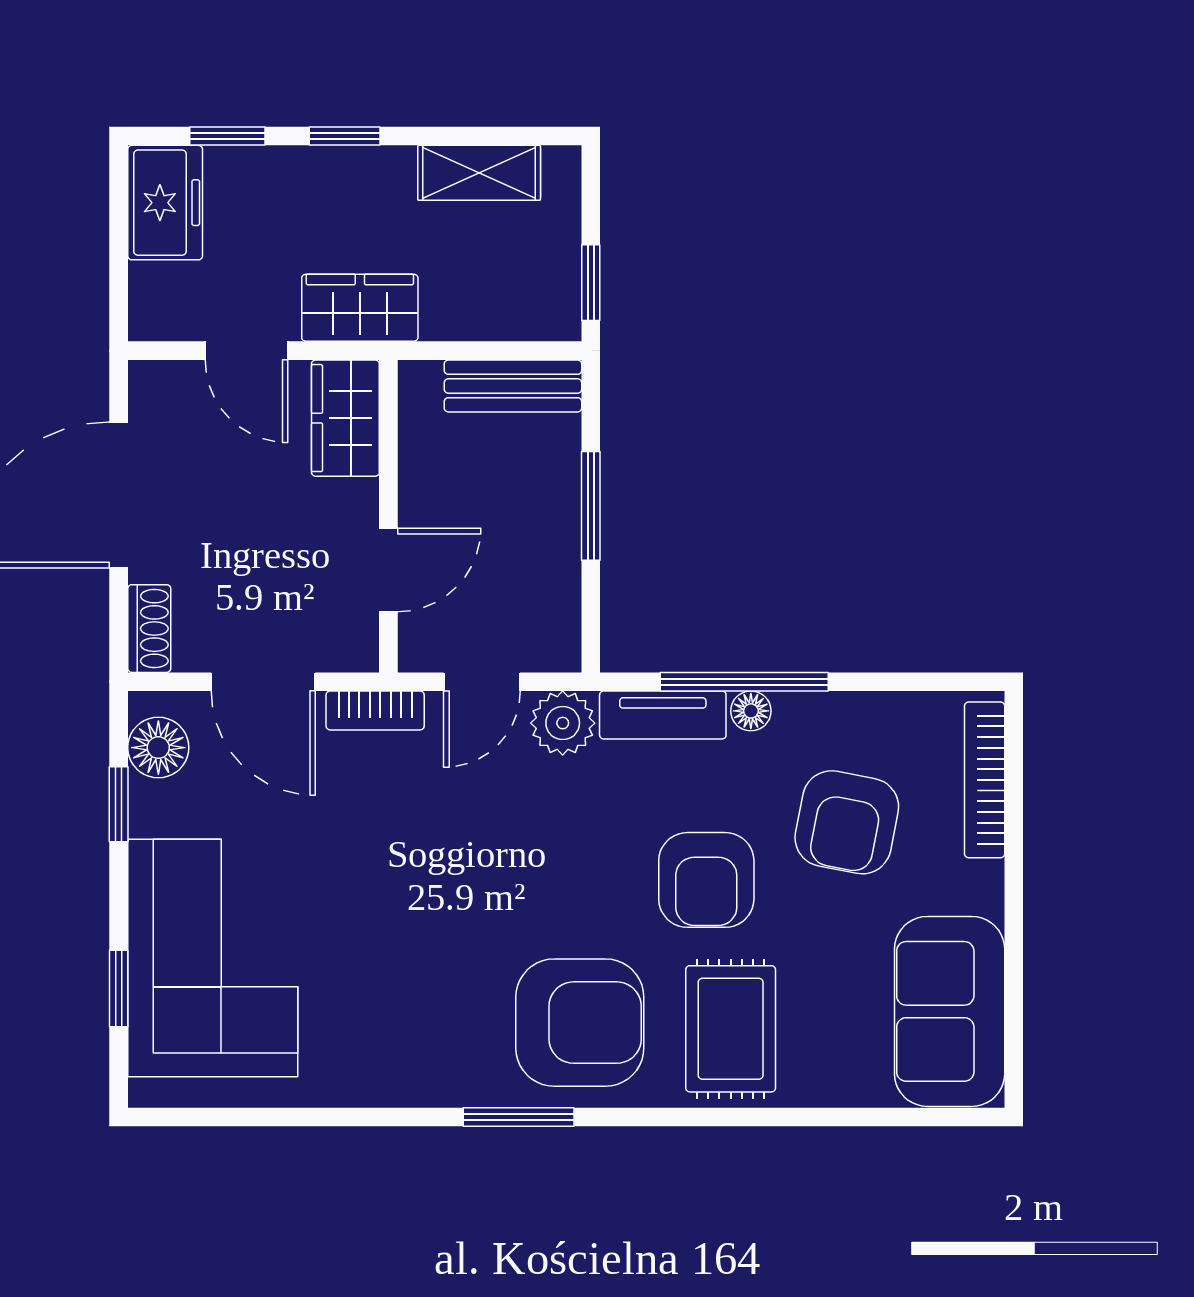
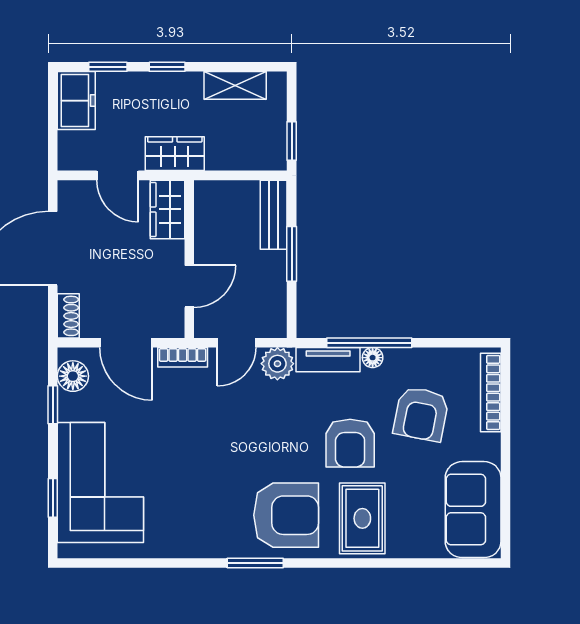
bench: (513, 386) -> (274, 215), moved, turned 90

